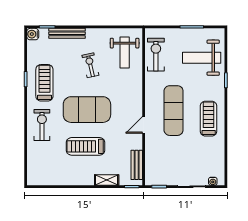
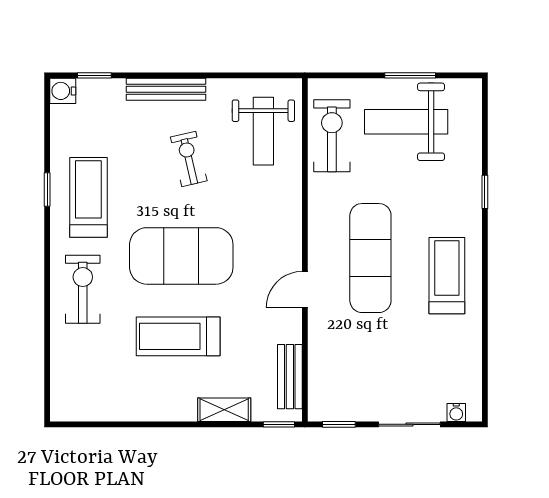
bench: (67, 33) -> (166, 89), moved
weight bench: (202, 58) -> (406, 122), moved

